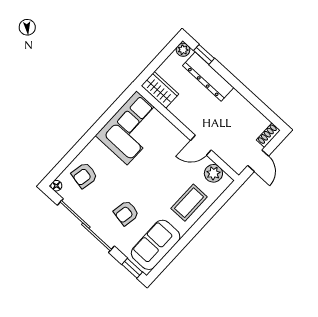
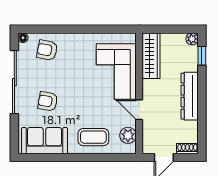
dresser: (208, 77) -> (190, 96), moved
wardrobe: (160, 90) -> (151, 56), width x1.50
corner sofa: (132, 128) -> (116, 72), moved, turned 90
window: (132, 268) -> (14, 139), removed

